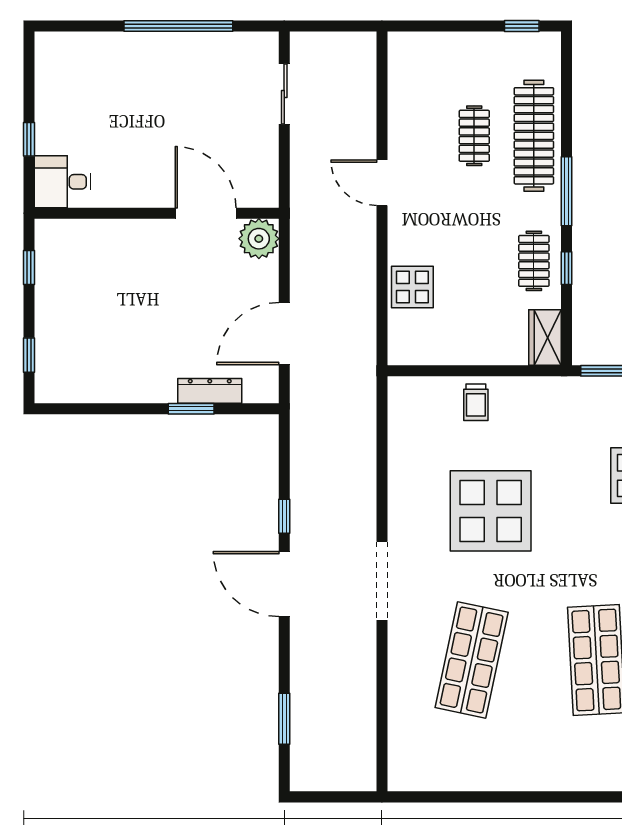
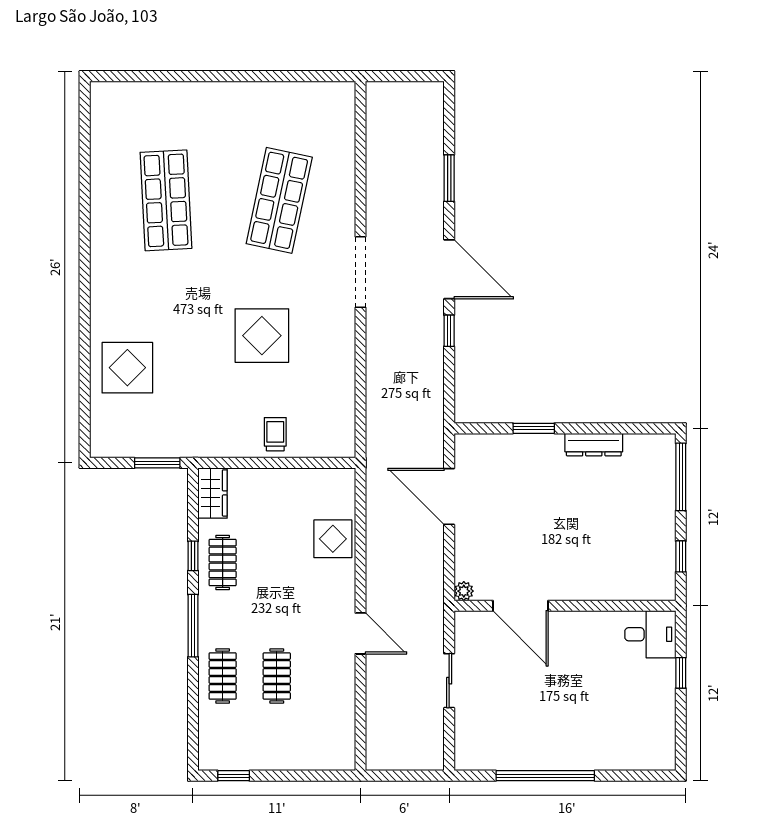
sliding door: (284, 94) -> (449, 681), moved
clothes rail: (534, 136) -> (223, 676), width x0.54, depth x0.76
plant: (259, 239) -> (464, 591), width x0.53, depth x0.53
door: (284, 334) -> (449, 496), swing flipped
window: (29, 355) -> (681, 477), width x2.17
dresser: (210, 391) -> (594, 445), moved
display table: (491, 511) -> (262, 336), width x0.73, depth x0.73
window: (284, 719) -> (449, 178), moved

